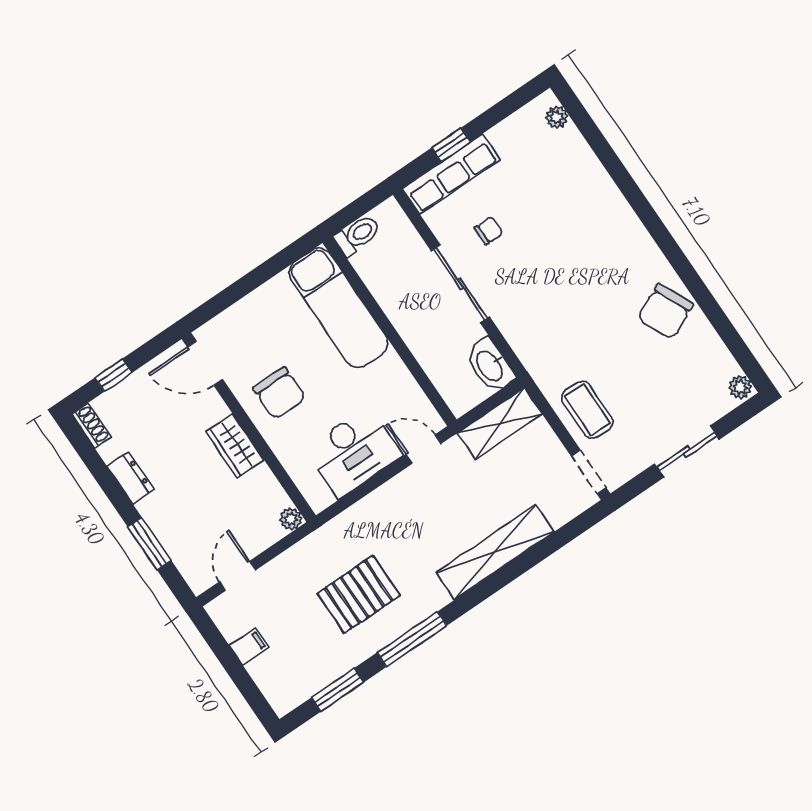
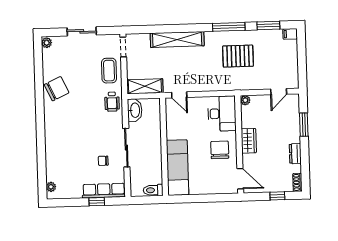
wheelchair: (544, 354) -> (112, 102), added
desk: (354, 452) -> (222, 114), moved, turned 90
filing cabinet: (249, 647) -> (290, 34), moved

